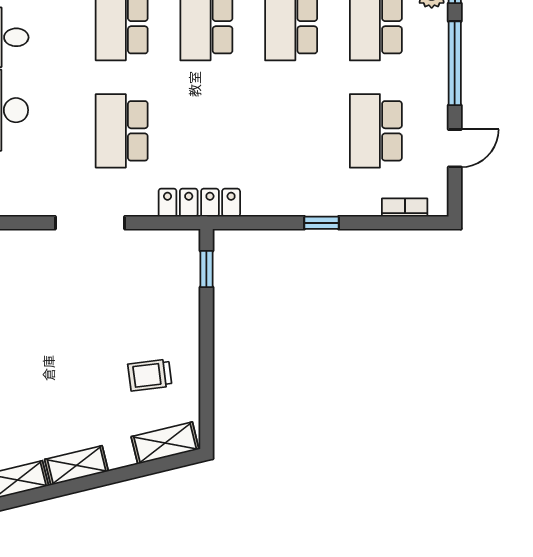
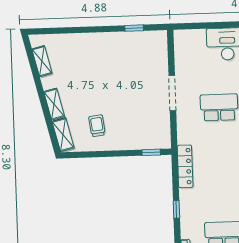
locker: (199, 203) -> (185, 166), moved
shelving: (77, 465) -> (54, 104), moved

